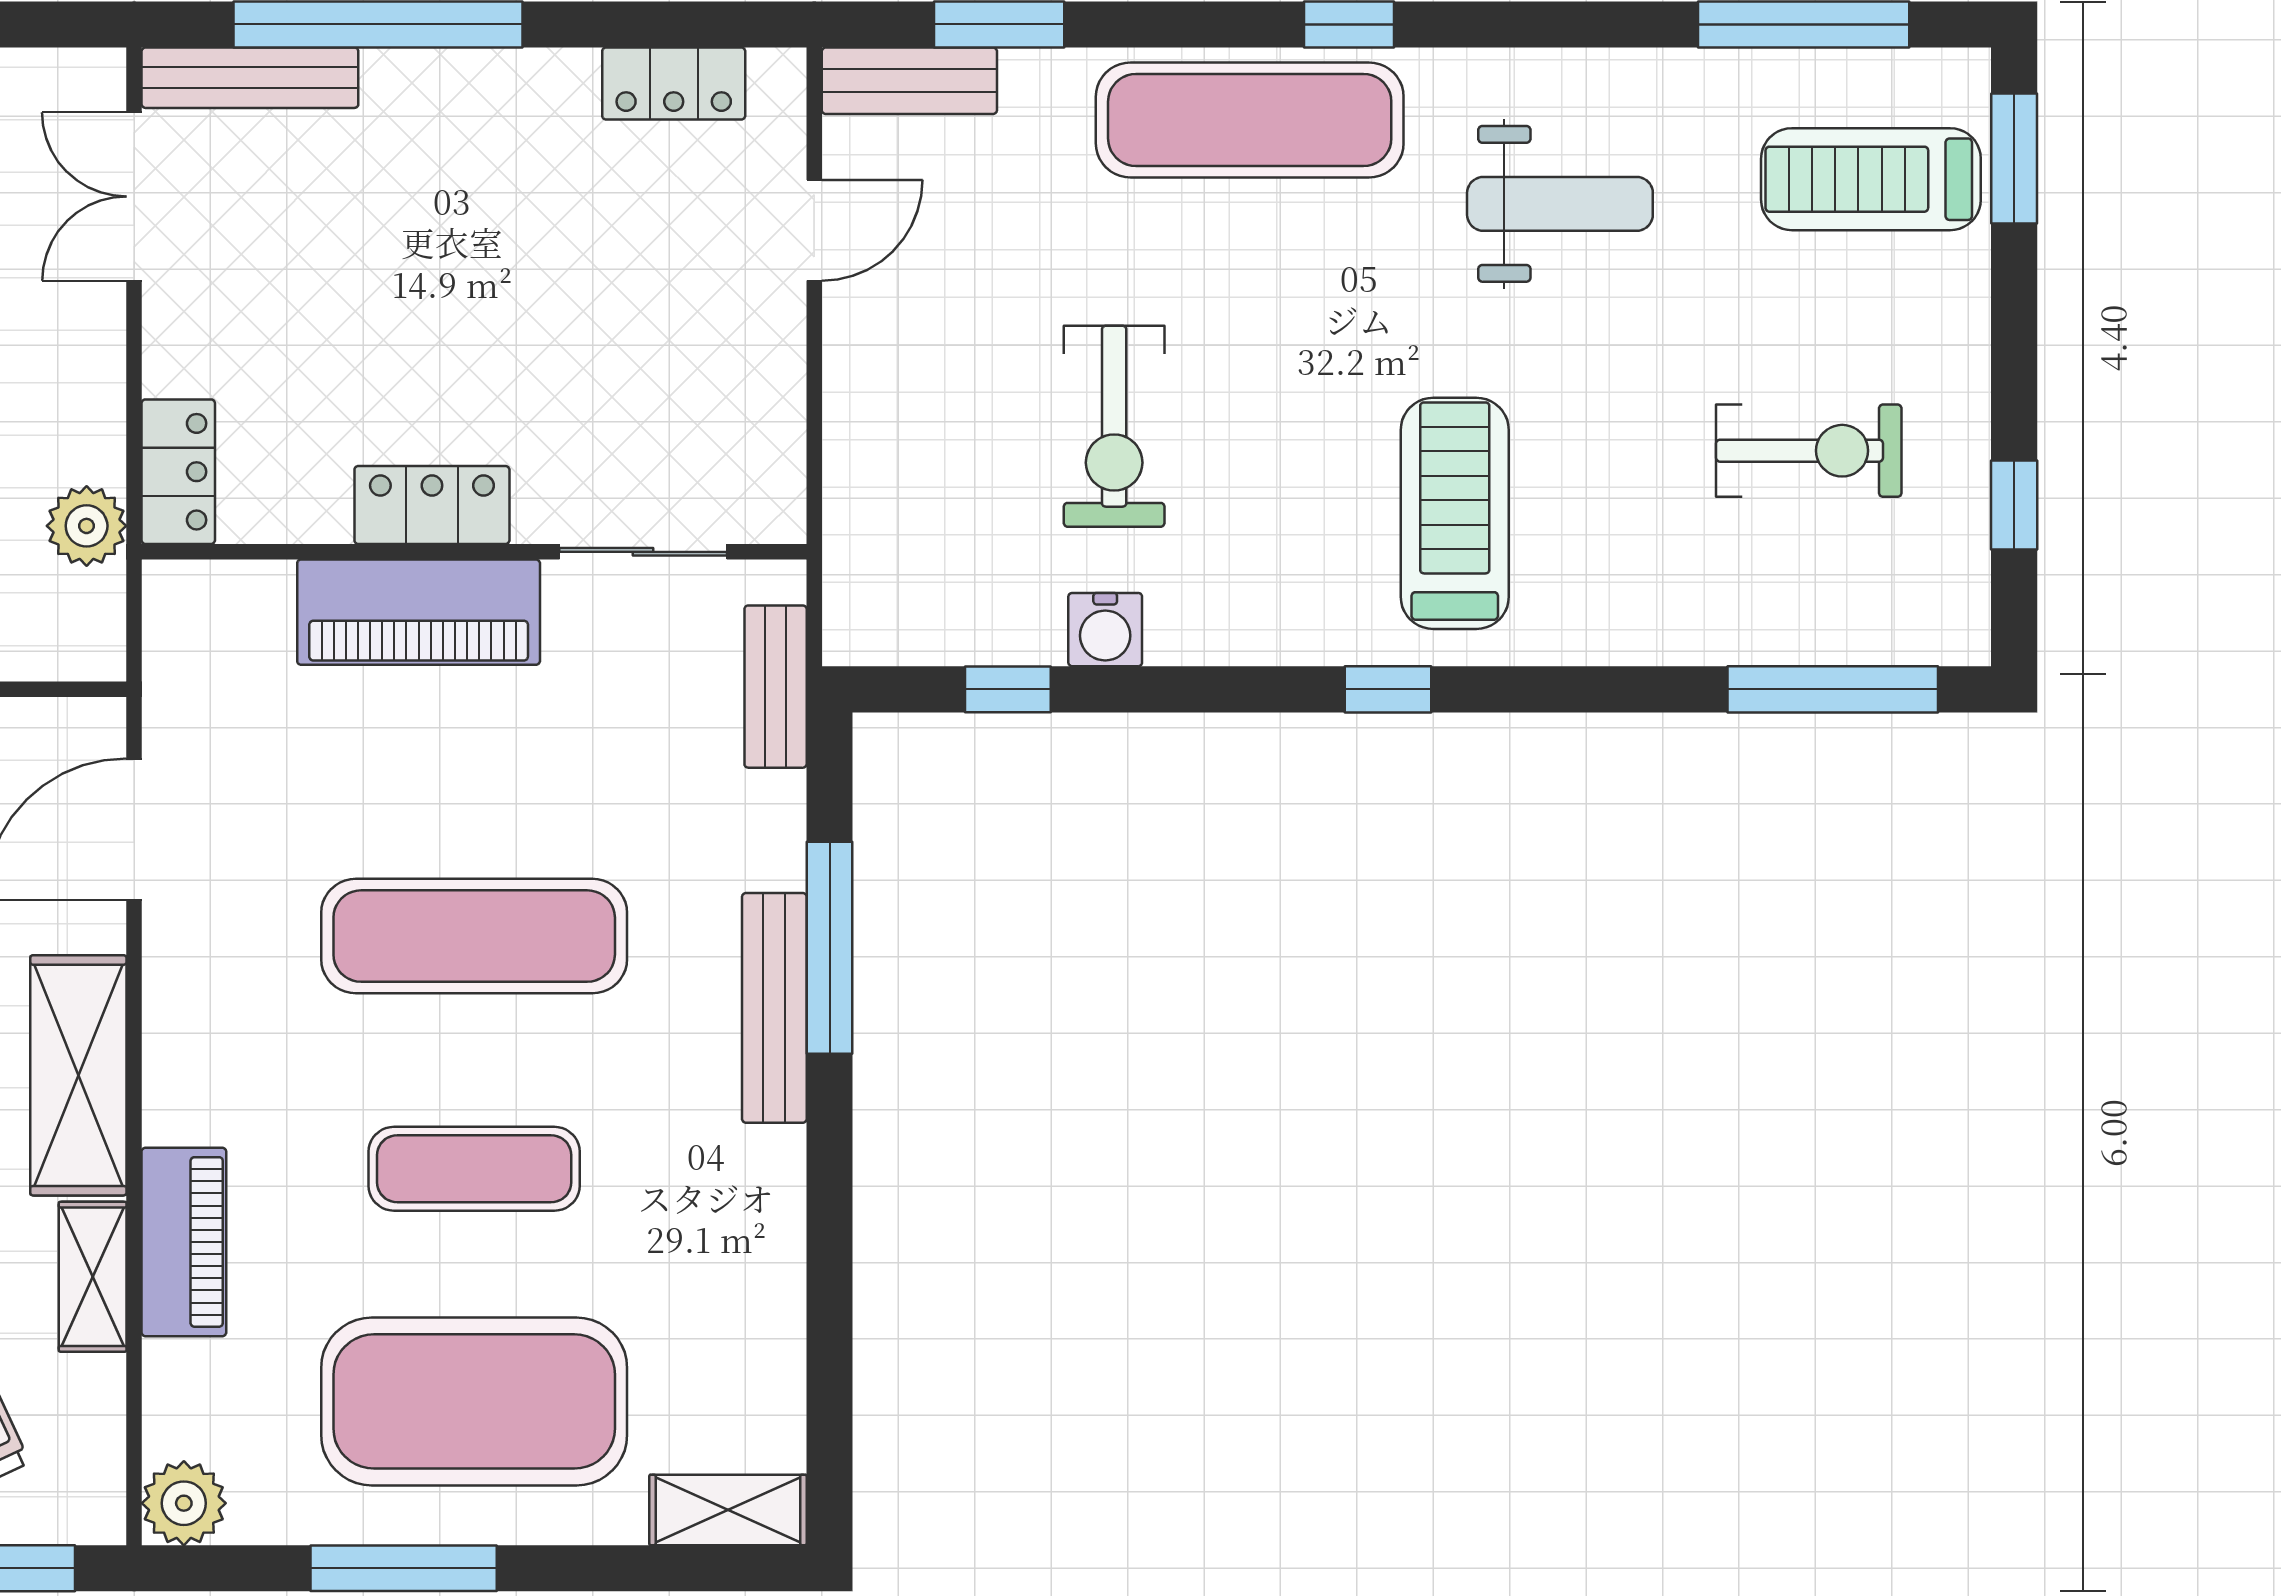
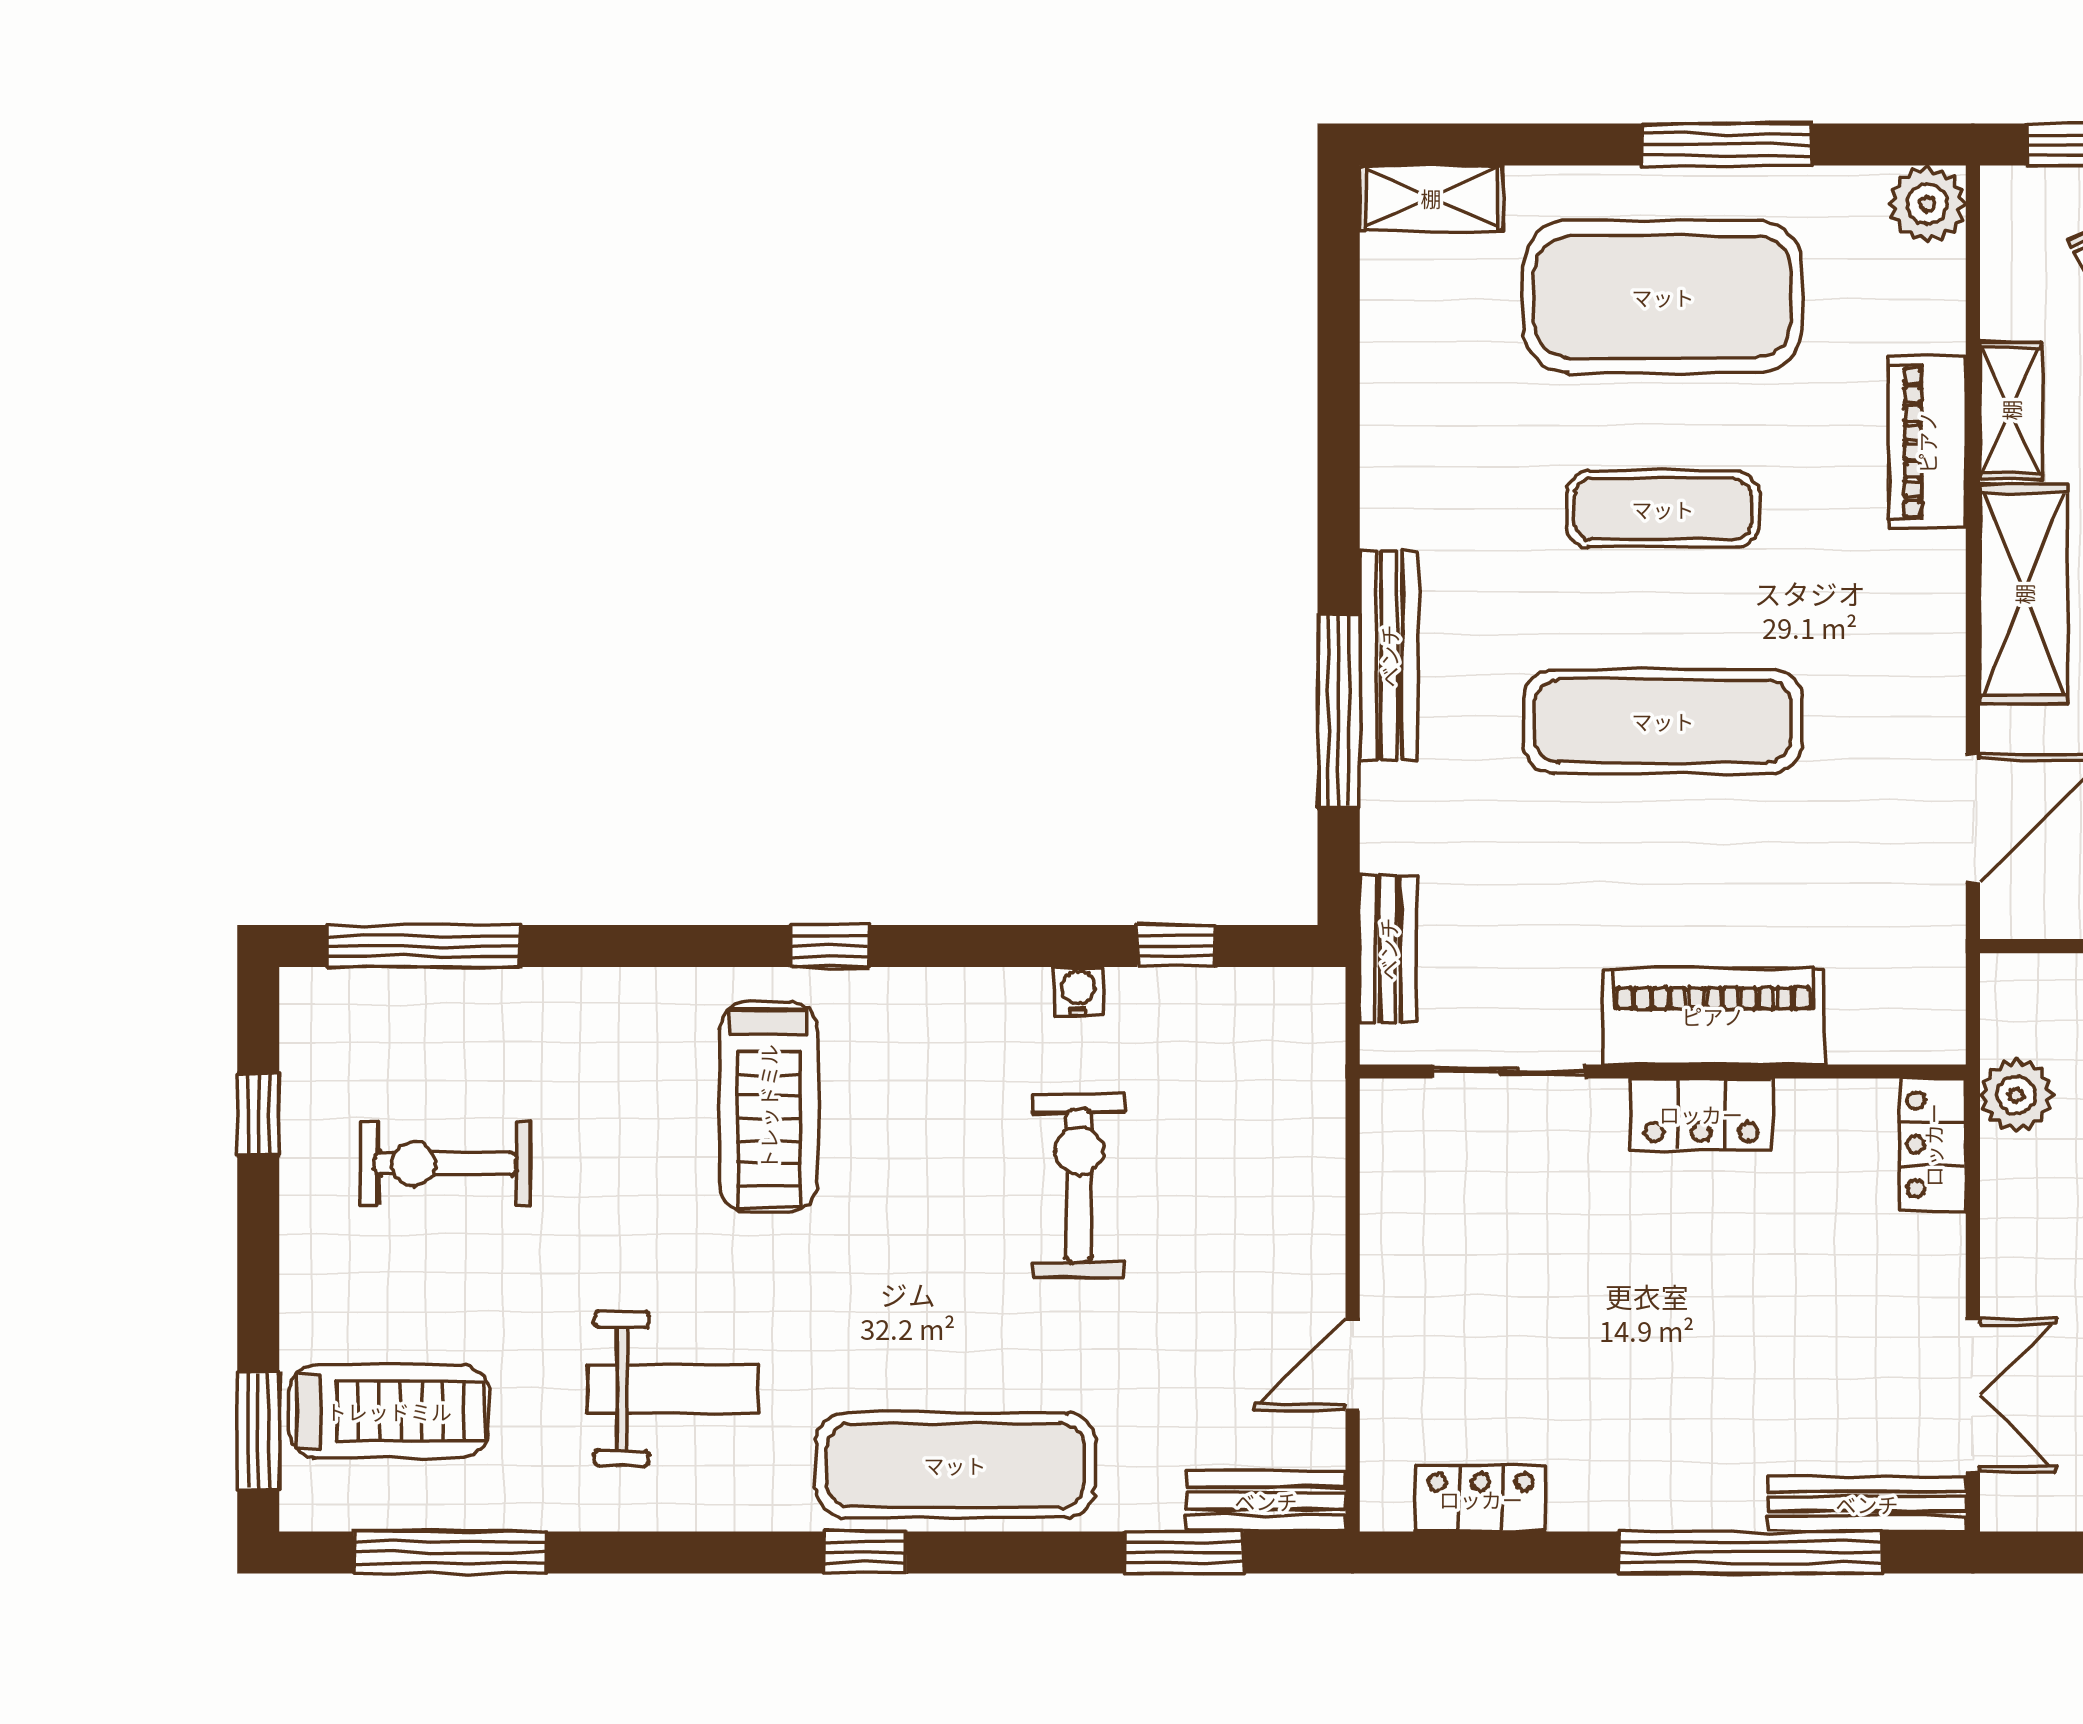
weight bench: (1560, 204) -> (672, 1389), turned 180
water cooler: (1105, 630) -> (1078, 991), width x0.72, depth x0.72

